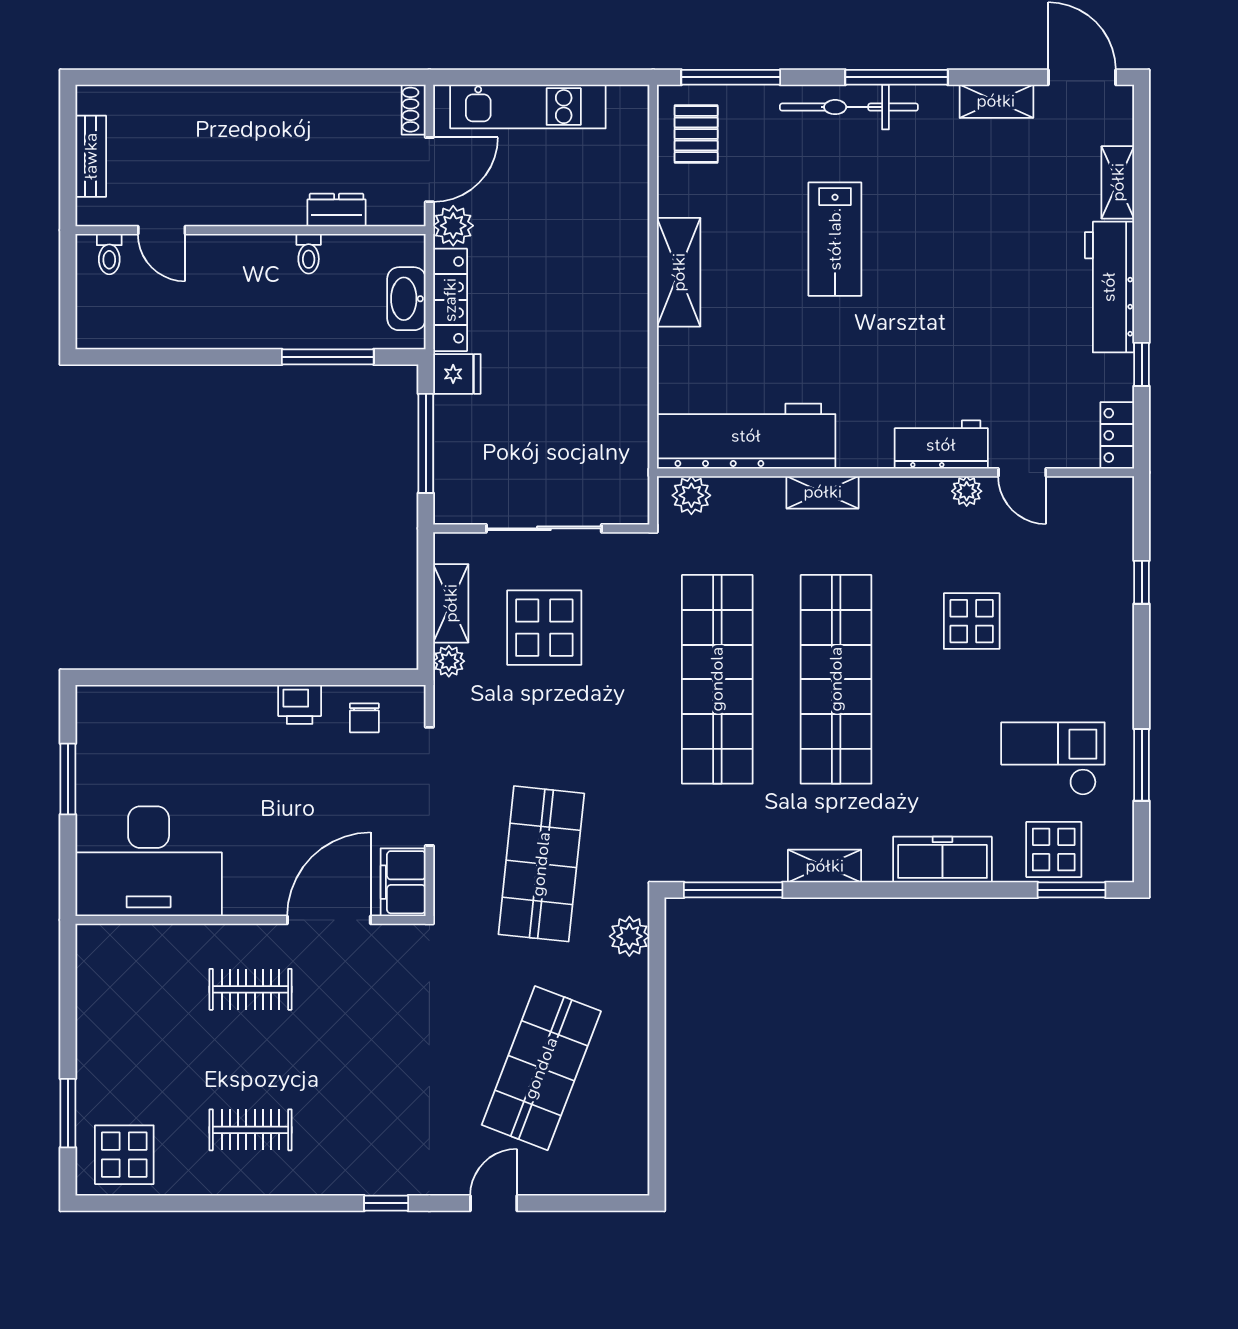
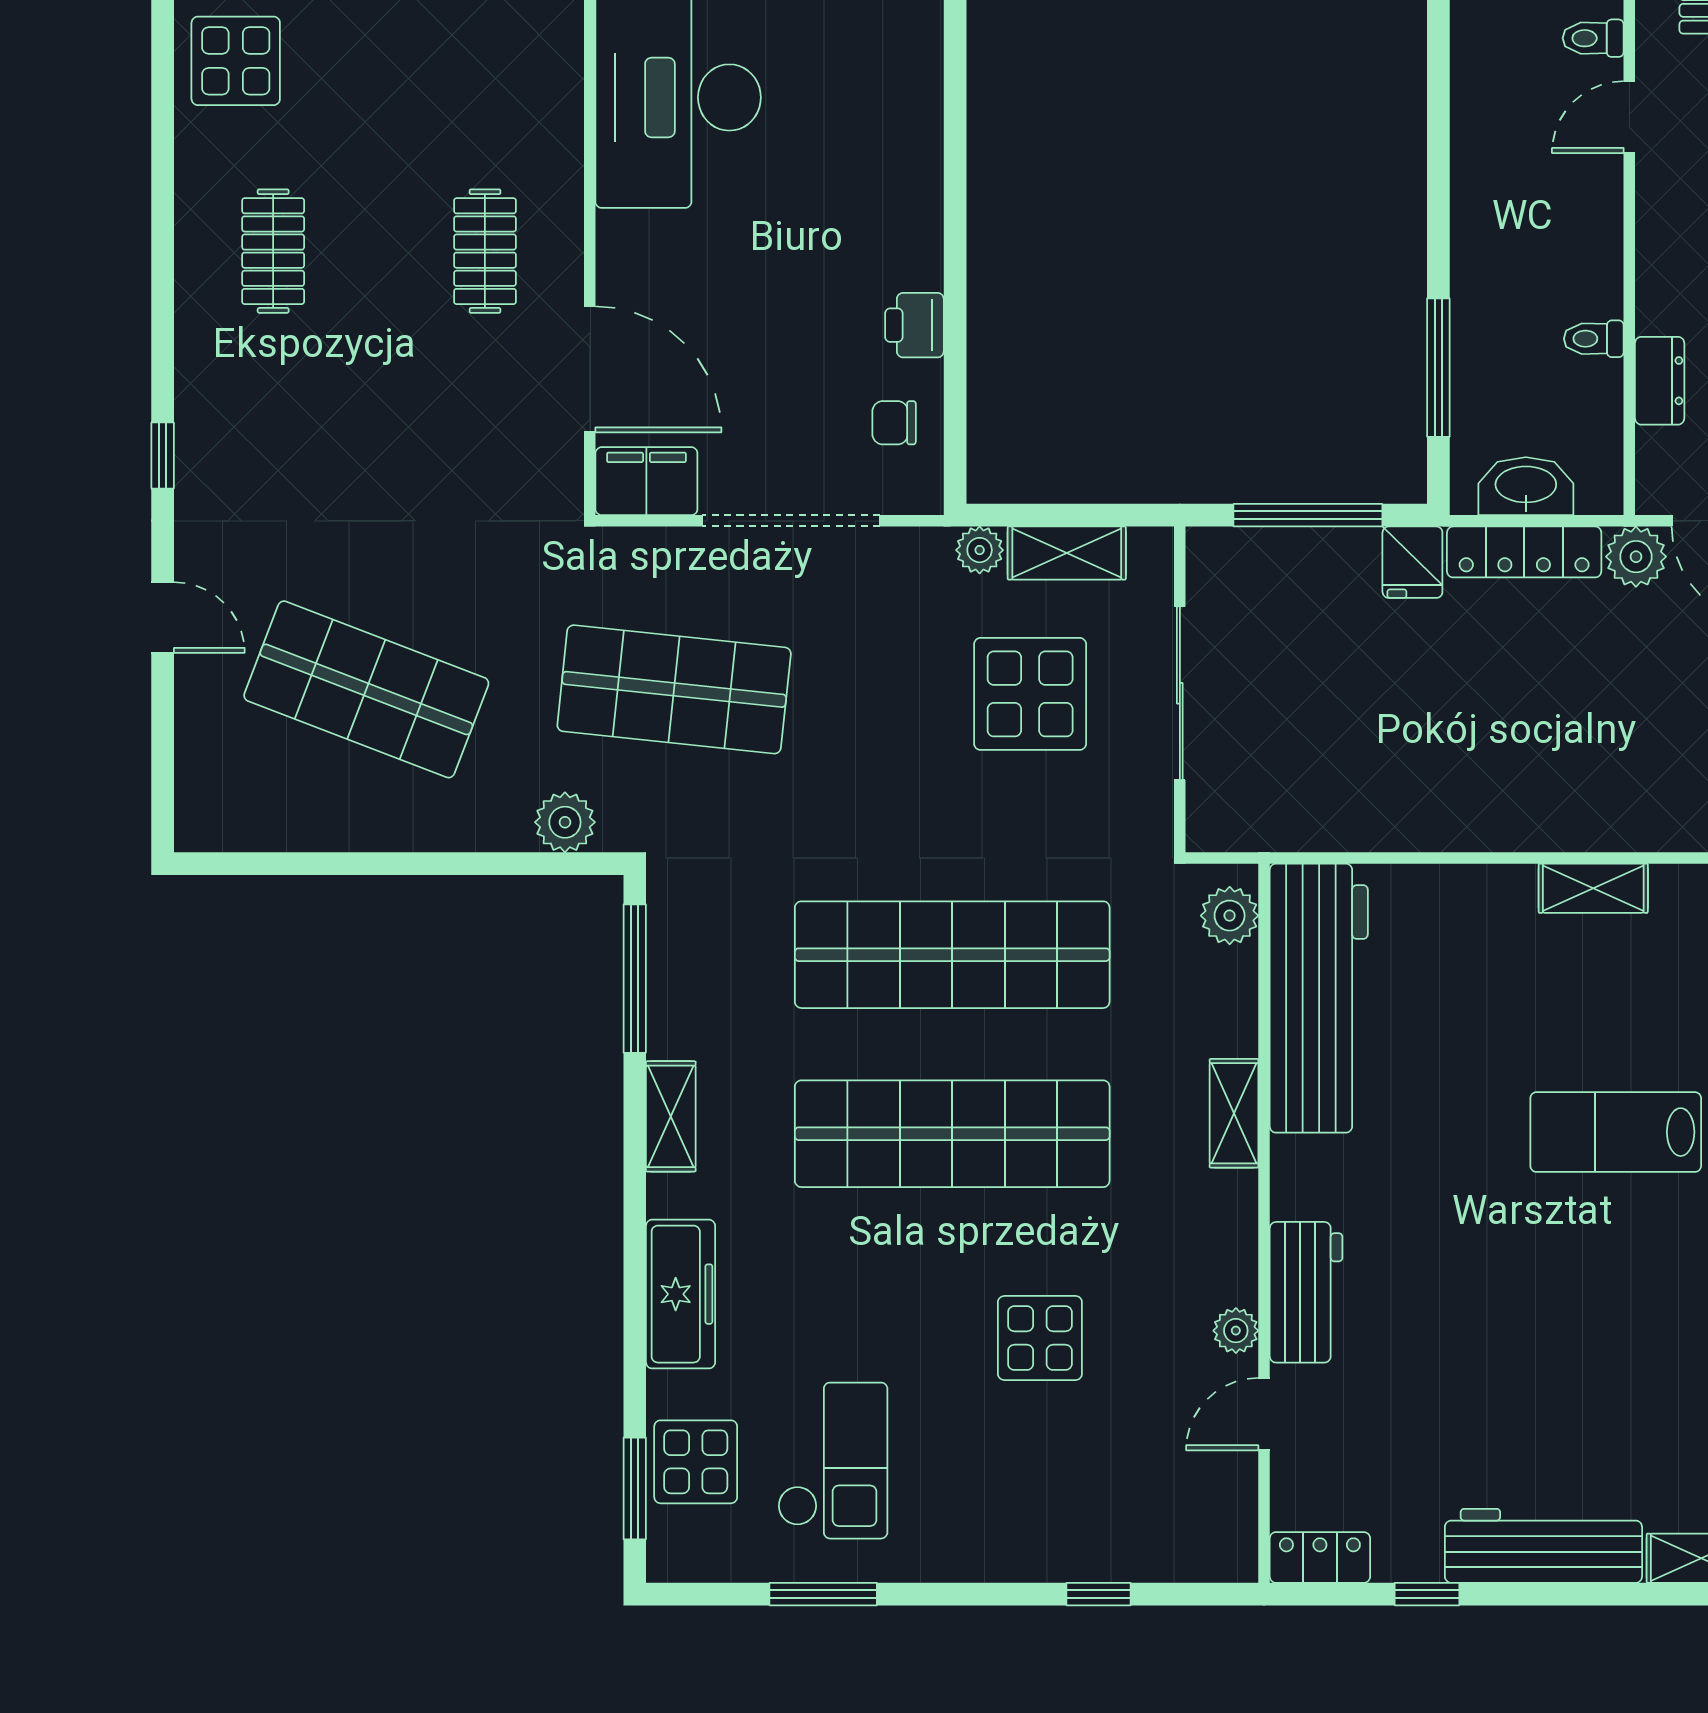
shelving: (679, 272) -> (1593, 888), width x0.67, depth x0.75

